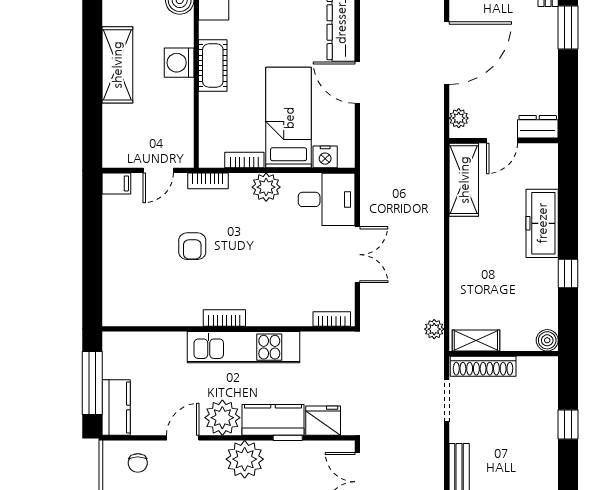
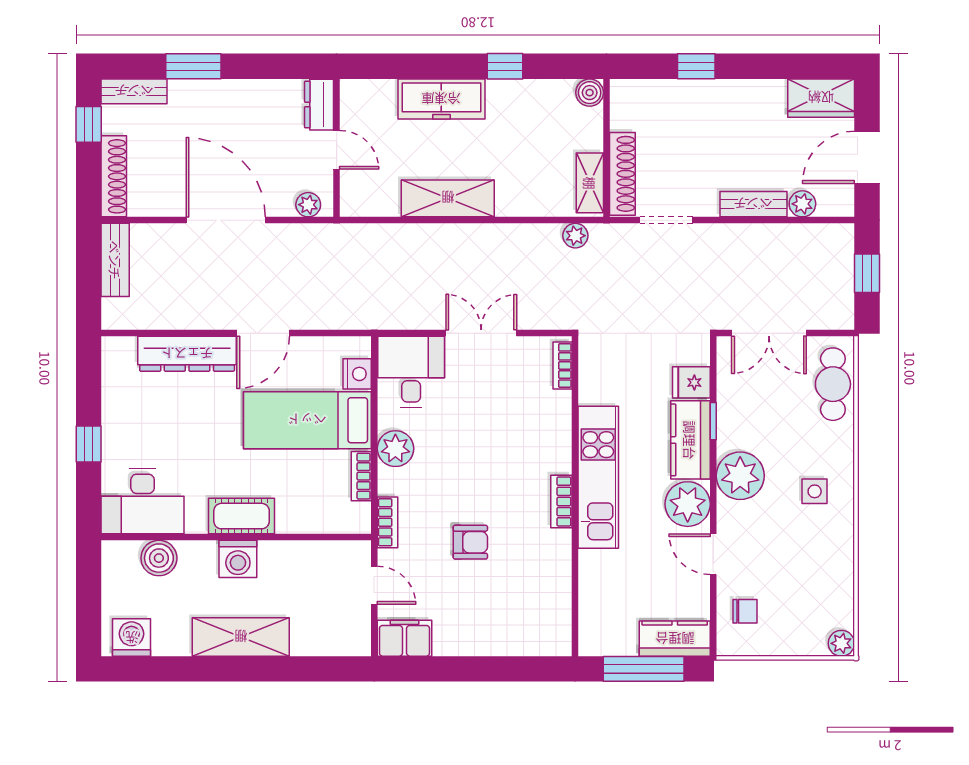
shelving: (464, 180) -> (448, 198), moved
filing cabinet: (116, 183) -> (404, 638), width x2.00
fridge: (323, 421) -> (691, 382), width x0.72

